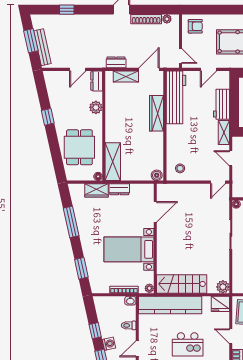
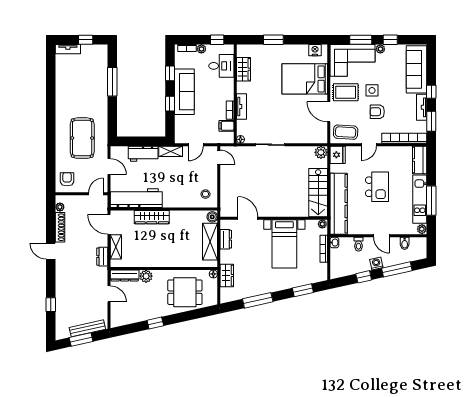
dresser: (97, 81) -> (125, 275), width x1.44
shelving: (113, 162) -> (210, 242), moved, turned 90
dresser: (119, 189) -> (226, 239), moved

